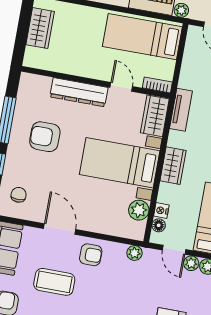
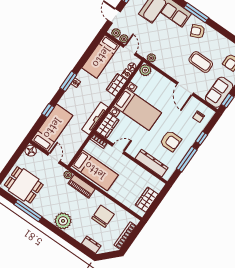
door: (121, 87) -> (118, 149), swing flipped
dresser: (79, 92) -> (152, 163), moved
tv unit: (181, 110) -> (95, 118), width x1.41
wardrobe: (173, 166) -> (117, 85), moved
plant: (139, 210) -> (145, 70), moved
armchair: (91, 255) -> (175, 68), removed

